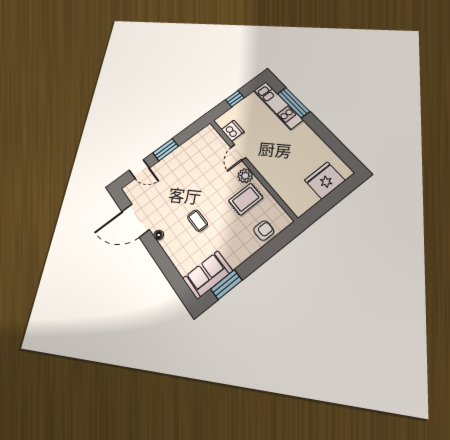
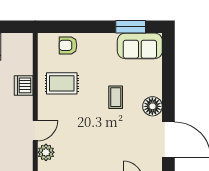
dishwasher: (233, 131) -> (24, 85), moved
plant: (245, 176) -> (46, 152), moved
floor lamp: (159, 235) -> (152, 106), width x1.89, depth x1.89

